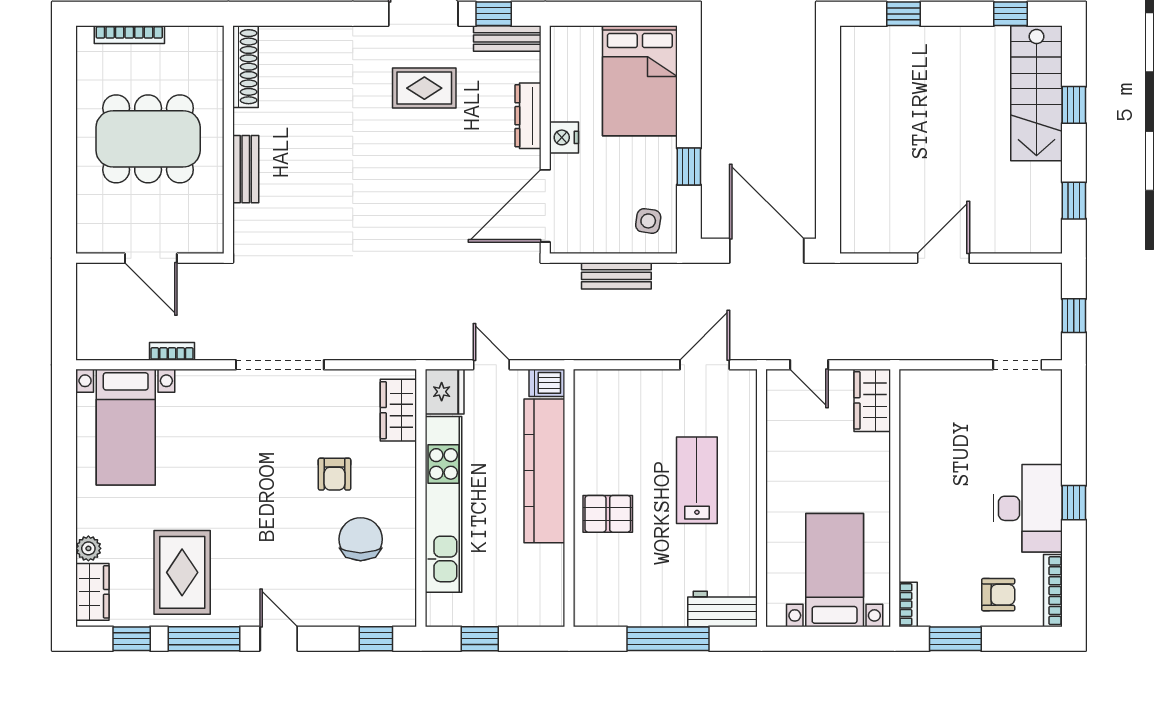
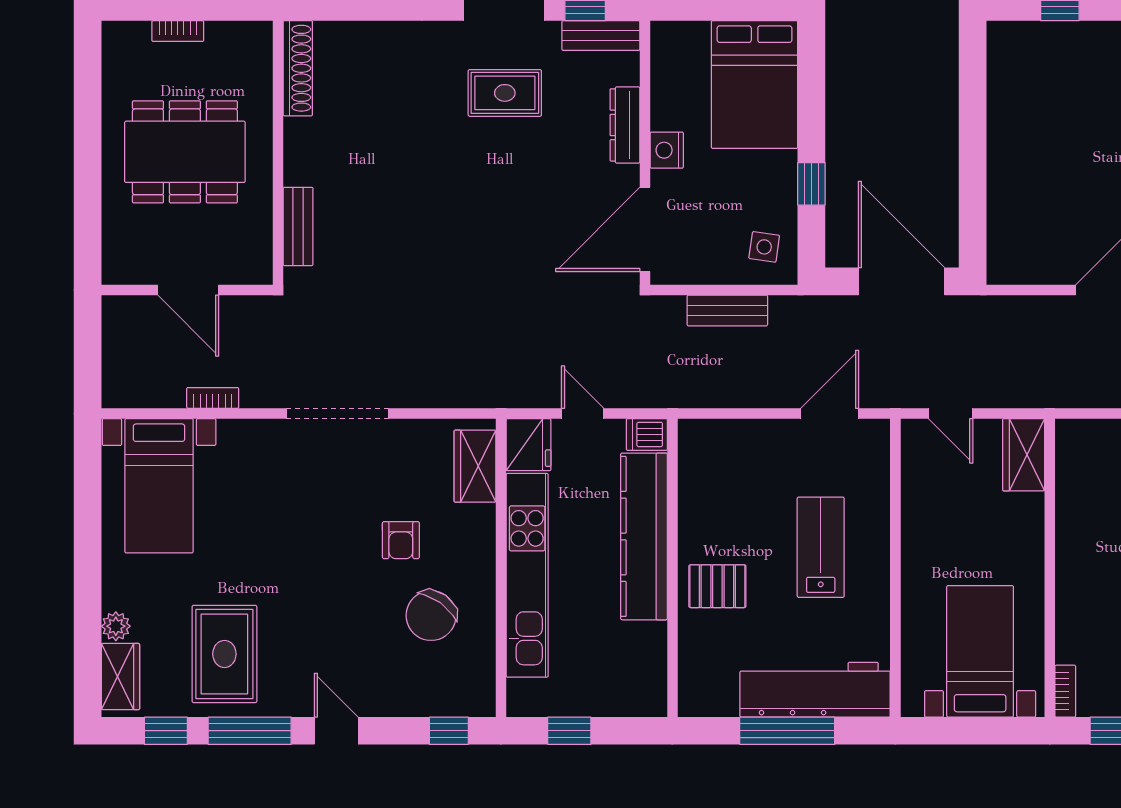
bookcase: (129, 35) -> (178, 31), width x0.64
bench: (246, 169) -> (298, 226), moved
chair: (361, 539) -> (431, 616), turned -144
workbench: (722, 609) -> (815, 690), width x1.88, depth x1.32

